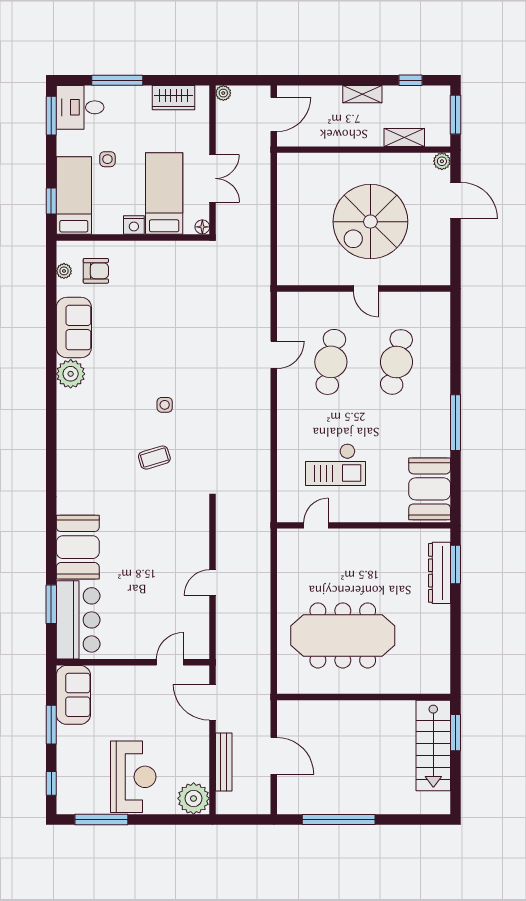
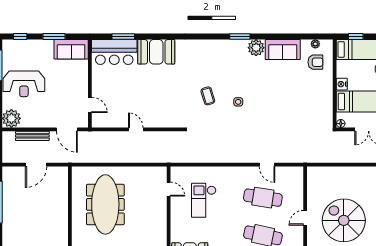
armchair: (96, 271) -> (315, 62), turned -90
window: (51, 402) -> (240, 36), added
door: (213, 702) -> (67, 129), swing flipped

